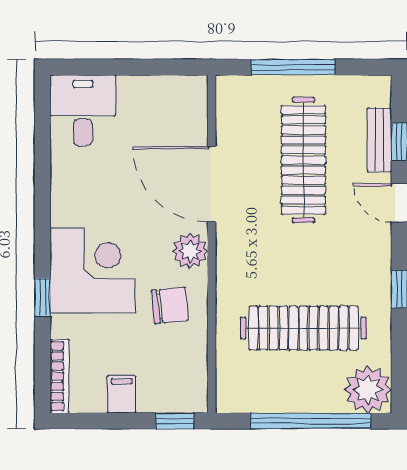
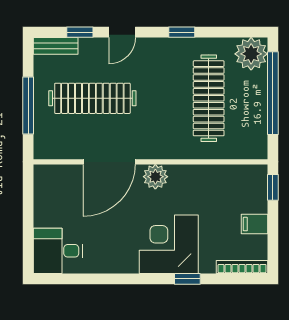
bench: (379, 140) -> (56, 46), moved
chair: (170, 305) -> (193, 191), removed

